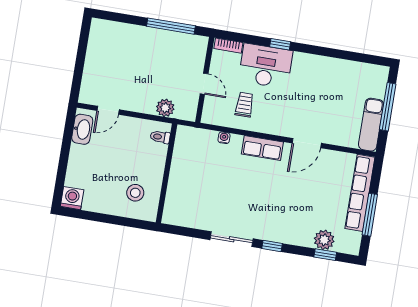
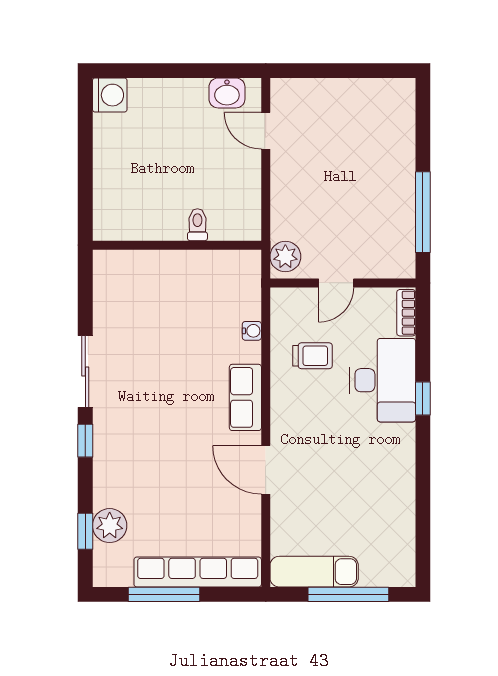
plant: (165, 108) -> (285, 257), moved
washbasin: (82, 129) -> (227, 93), width x0.72
toilet: (160, 137) -> (197, 225), moved
stool: (135, 193) -> (136, 199), removed

